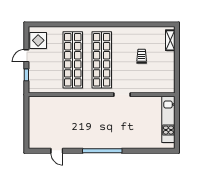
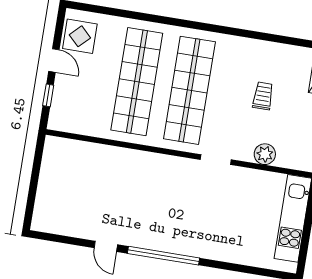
door: (26, 56) -> (54, 61), swing flipped
plant: (148, 87) -> (265, 154), added
door: (57, 151) -> (106, 246), moved

